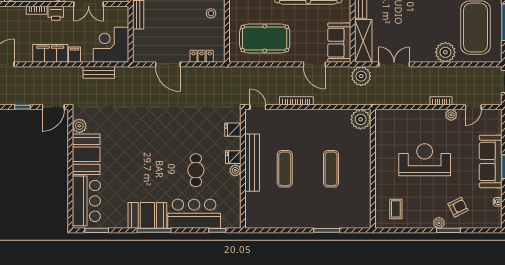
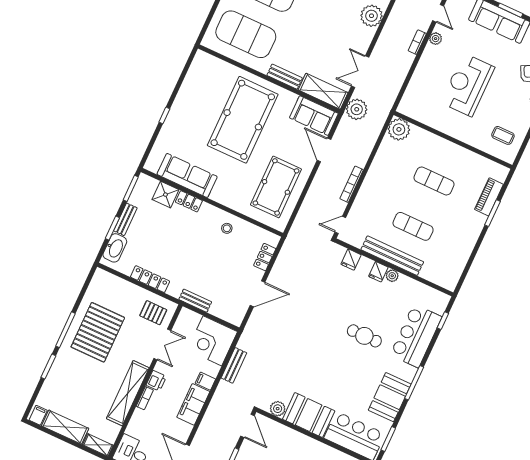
door: (314, 64) -> (324, 150), swing flipped
cafe table: (196, 170) -> (364, 336), moved
booth: (147, 215) -> (390, 397), moved
piano: (339, 221) -> (489, 197), added

